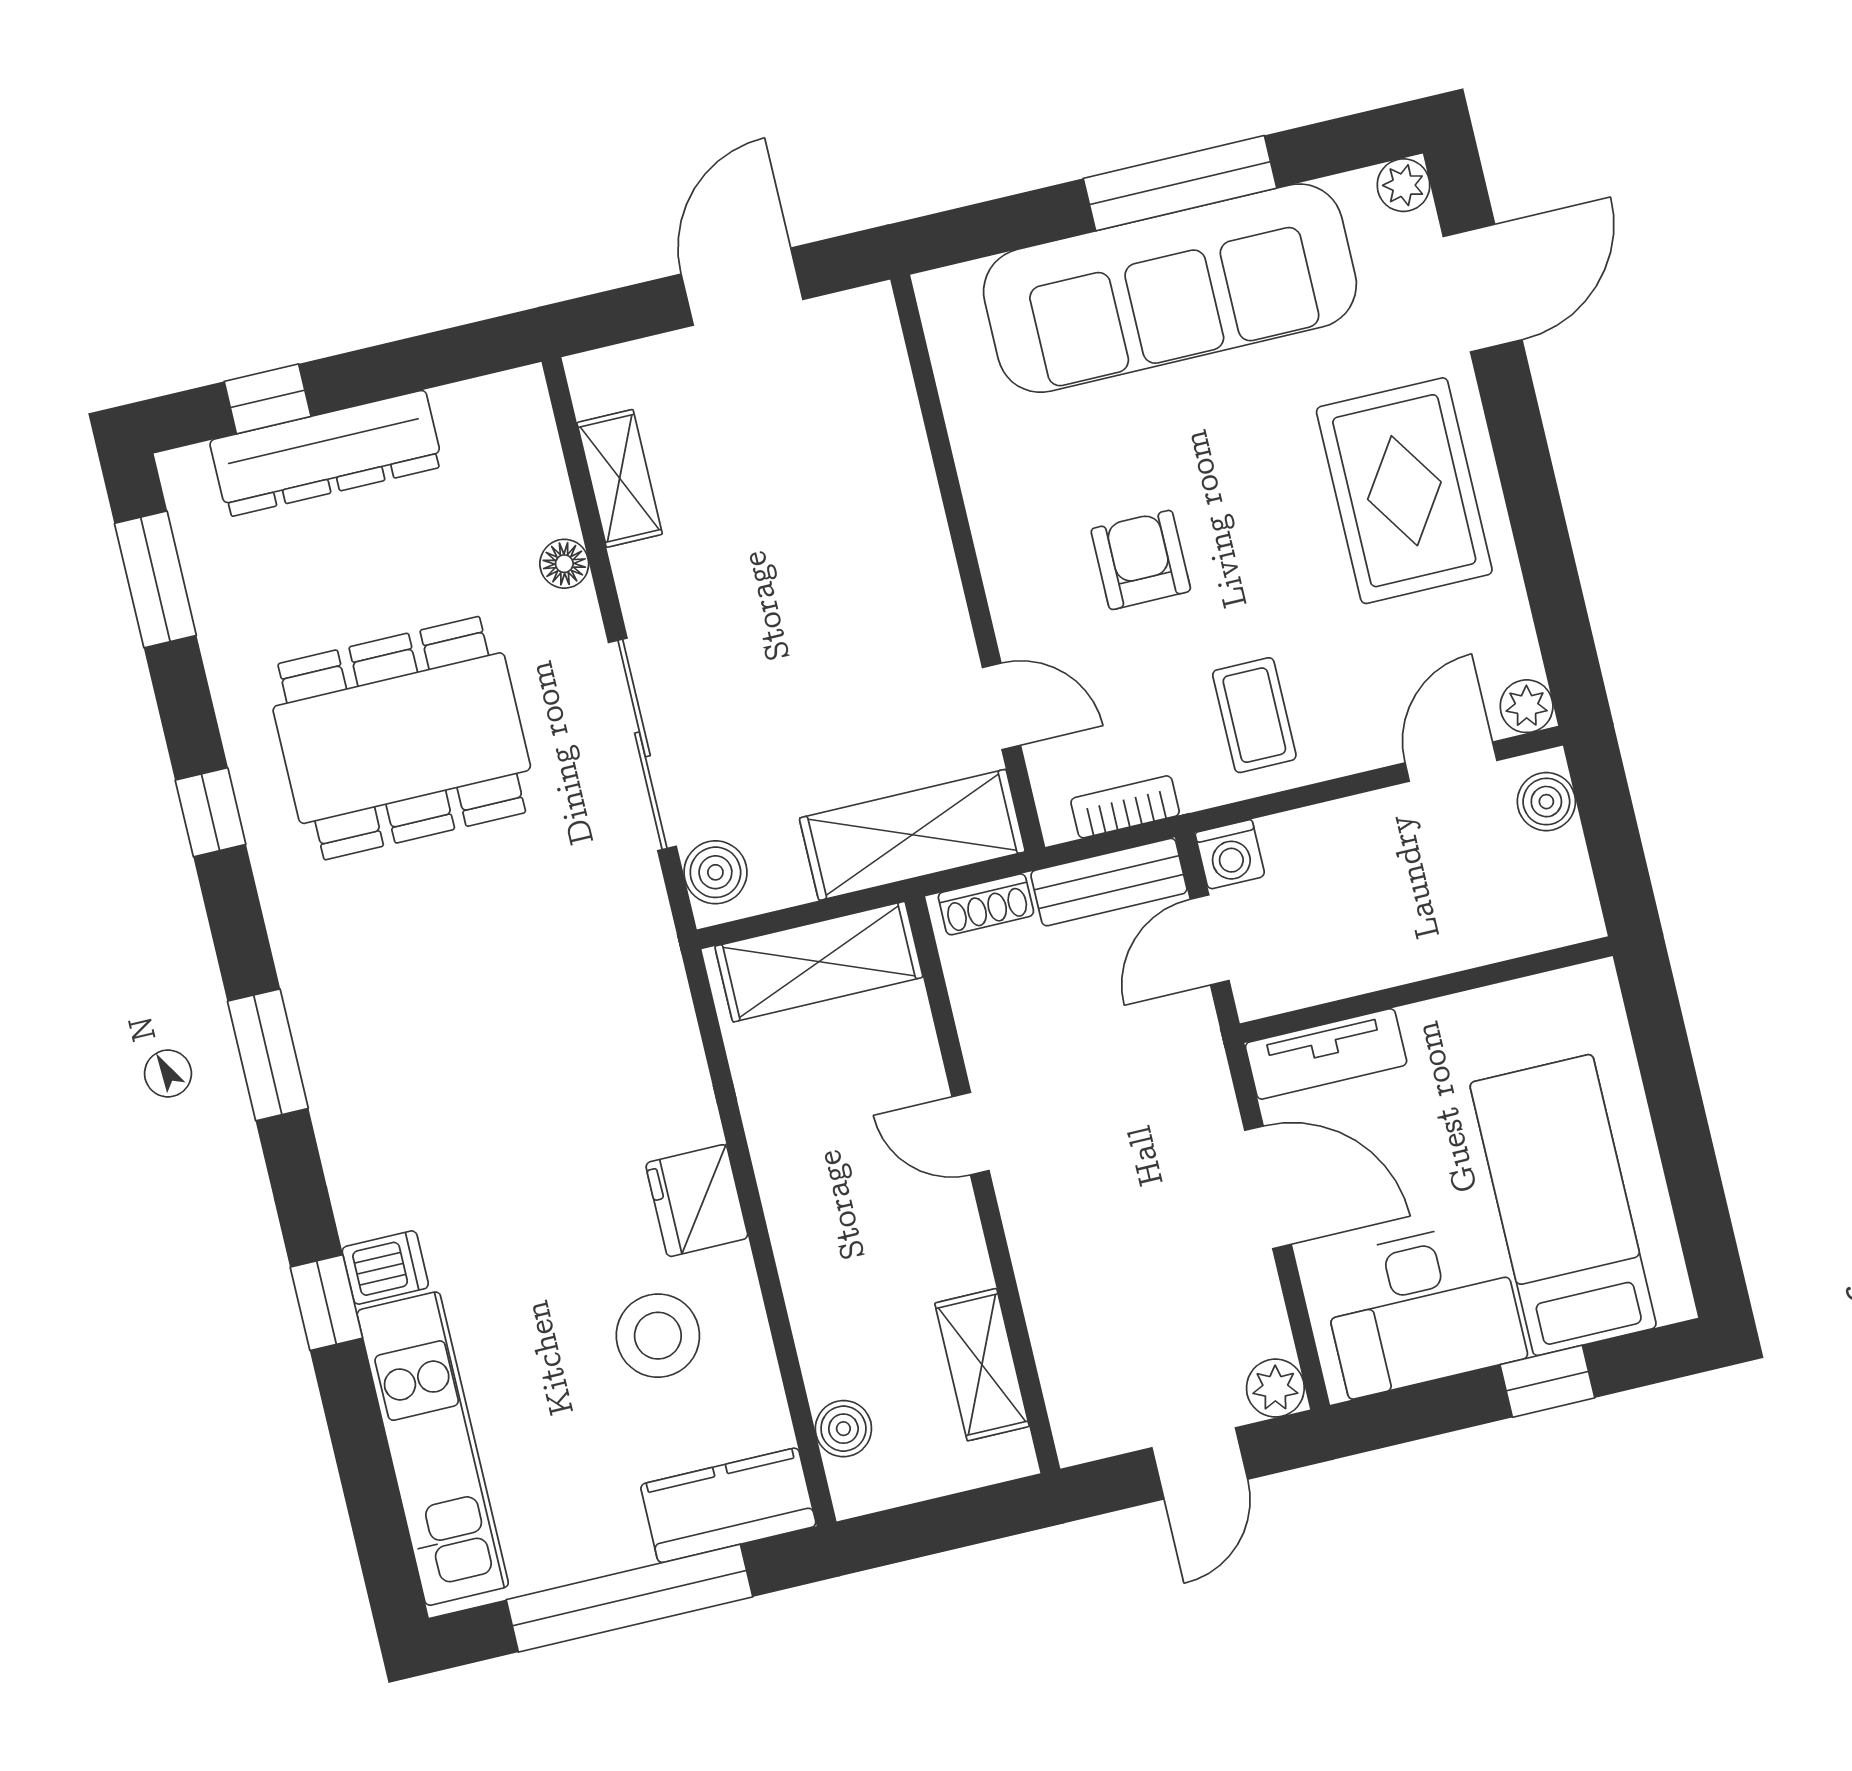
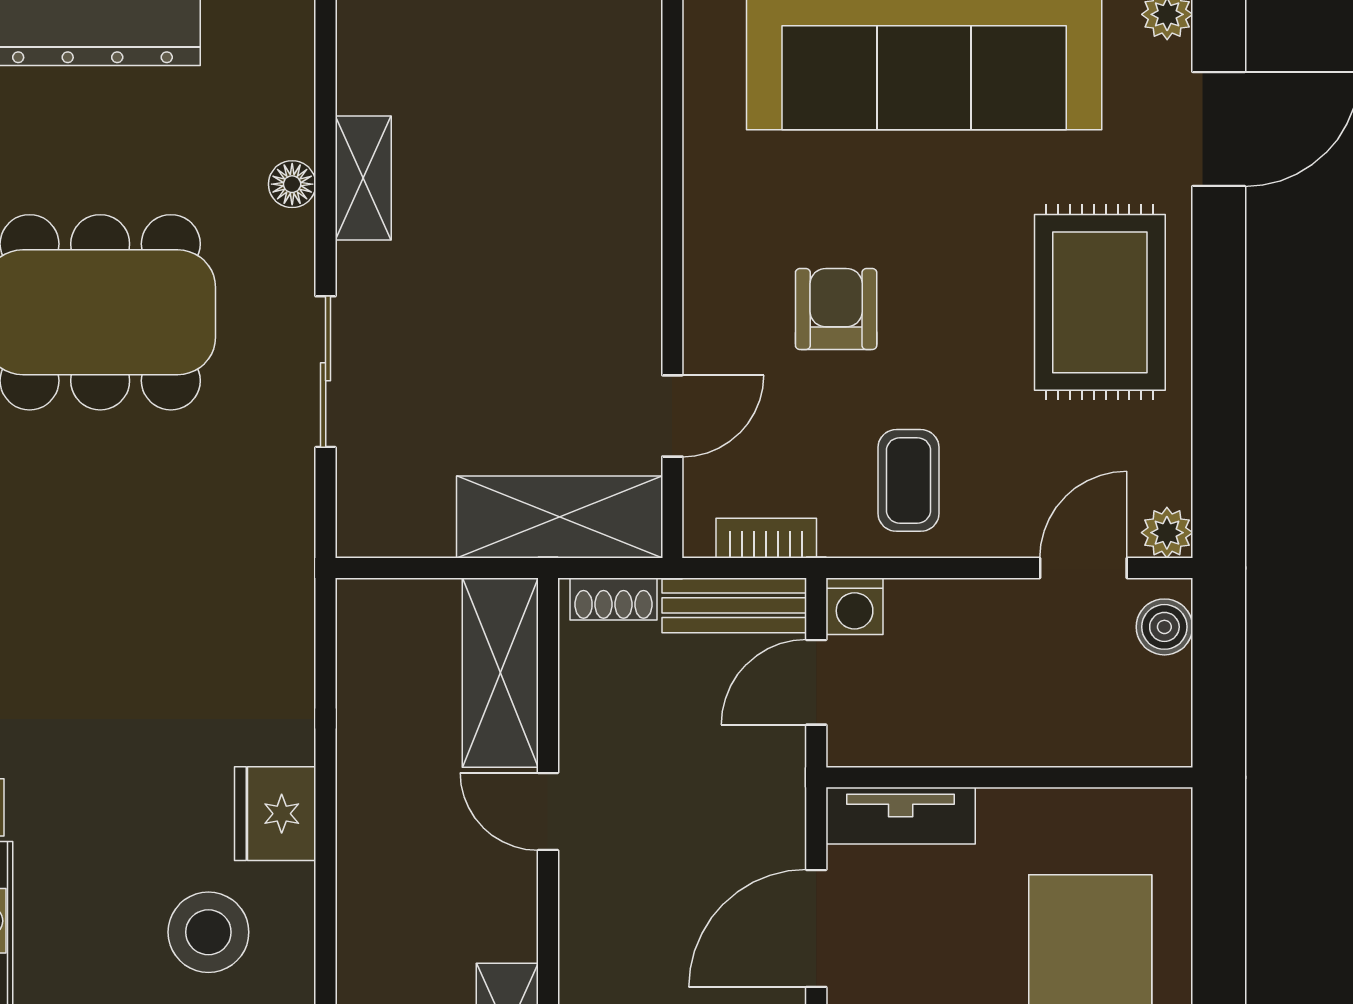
shelving: (620, 478) -> (363, 178), moved
door: (1002, 706) -> (672, 416), hinge flipped
sliding door: (642, 744) -> (326, 372), width x0.73
boiler: (715, 872) -> (366, 509), removed
shelving: (819, 962) -> (500, 673), moved, turned 90
door: (1268, 1187) -> (816, 928), swing flipped

